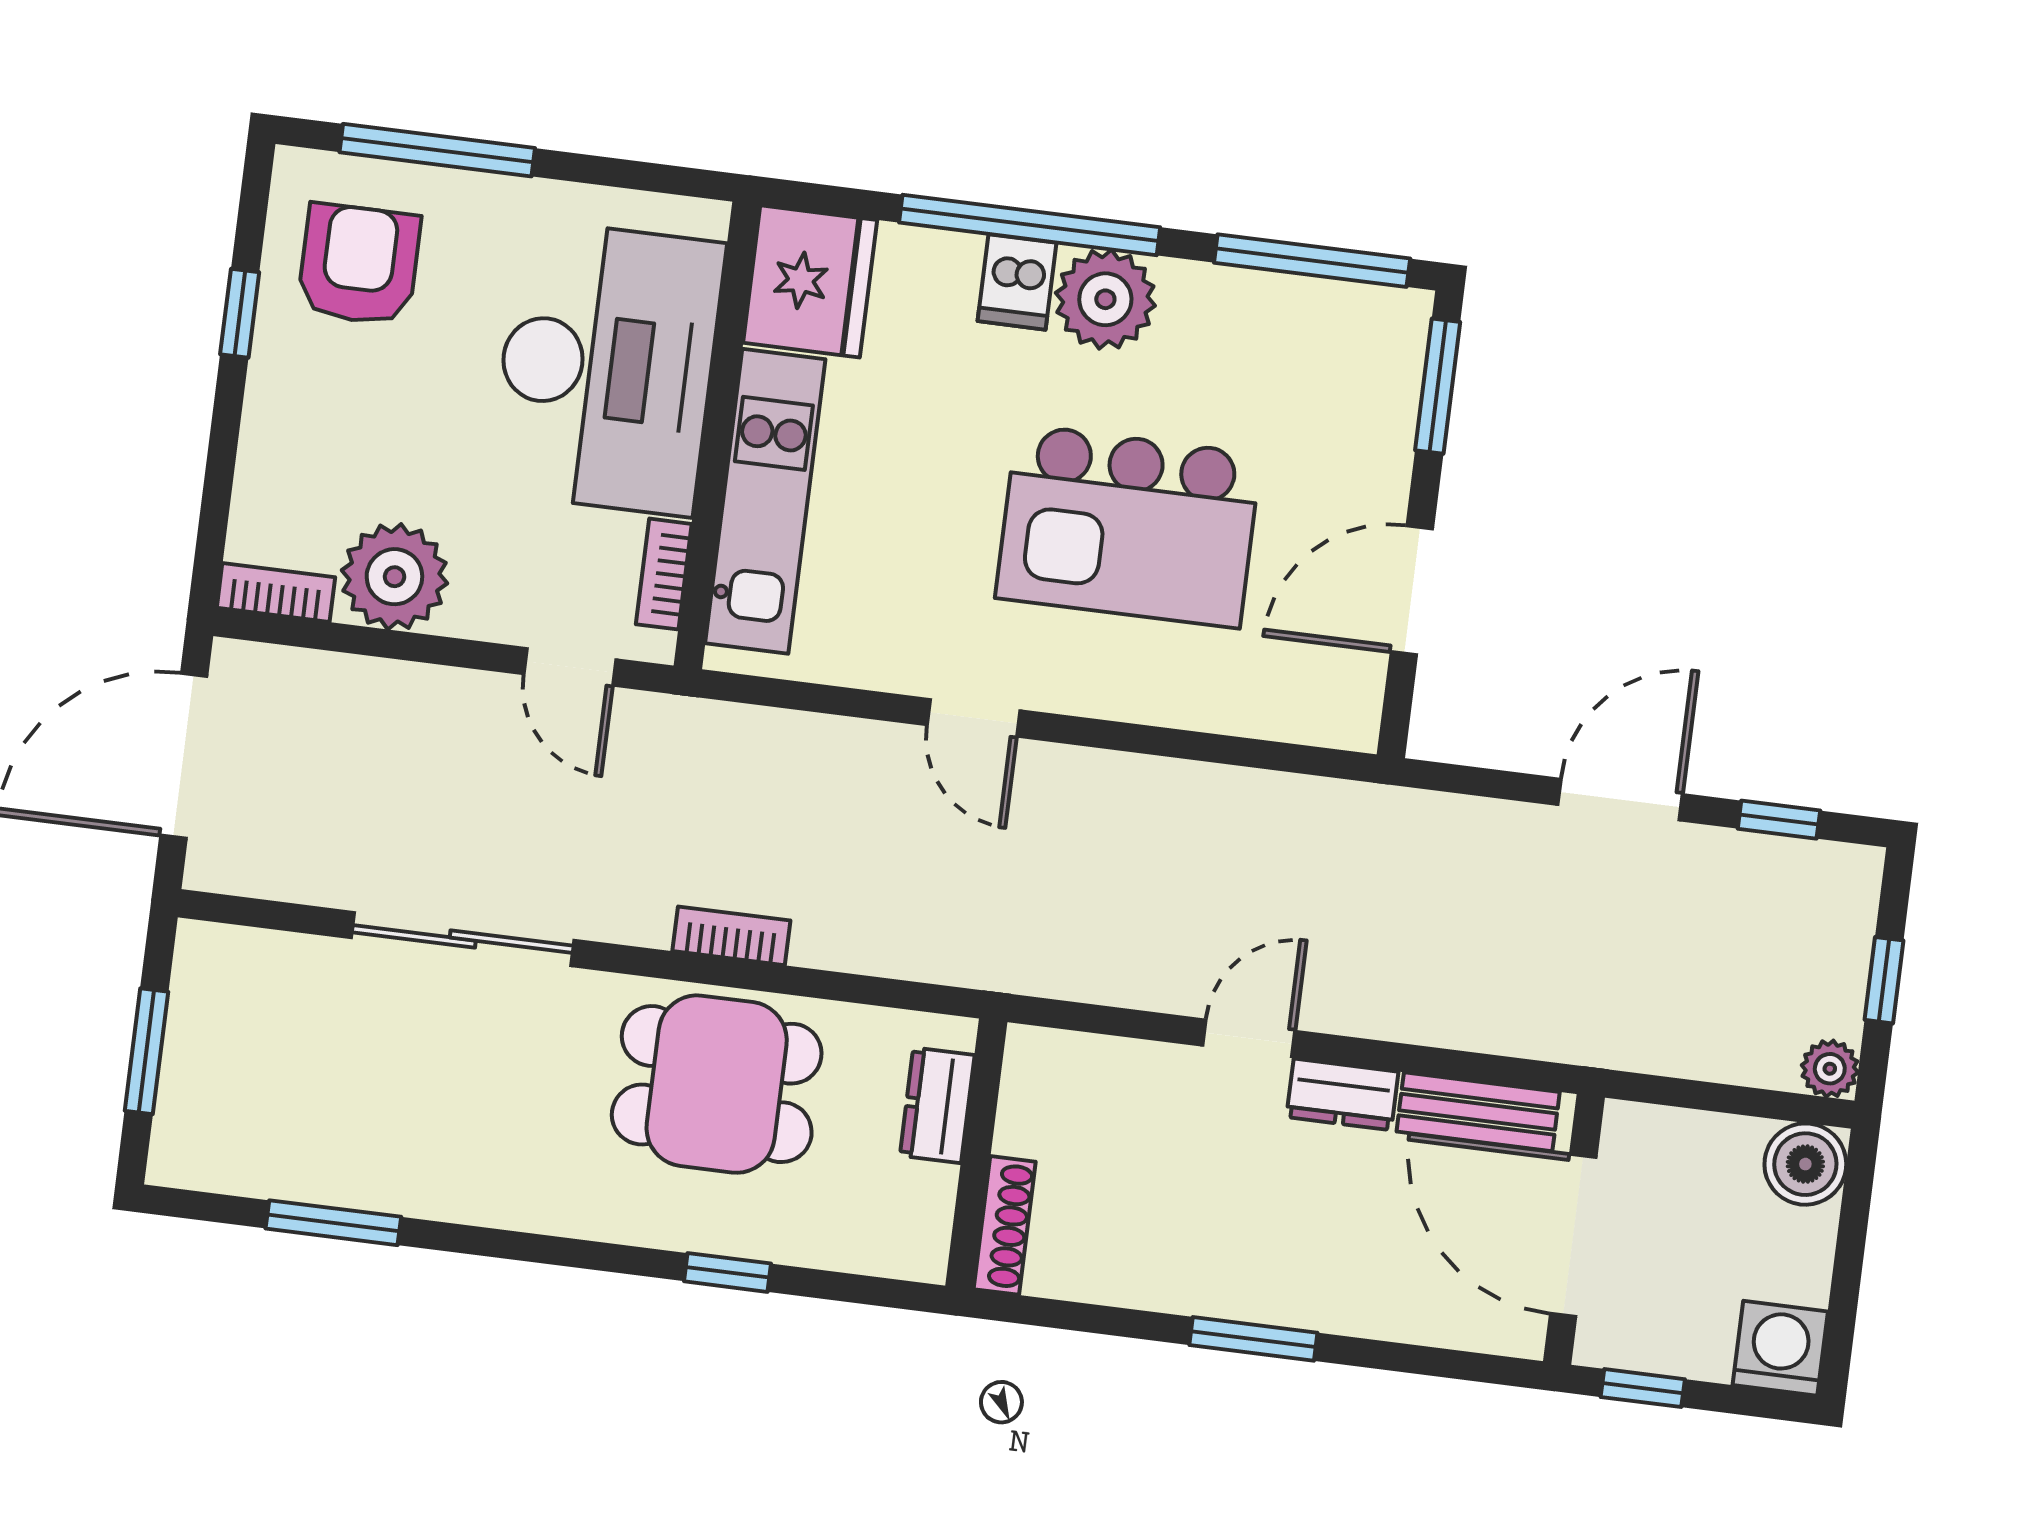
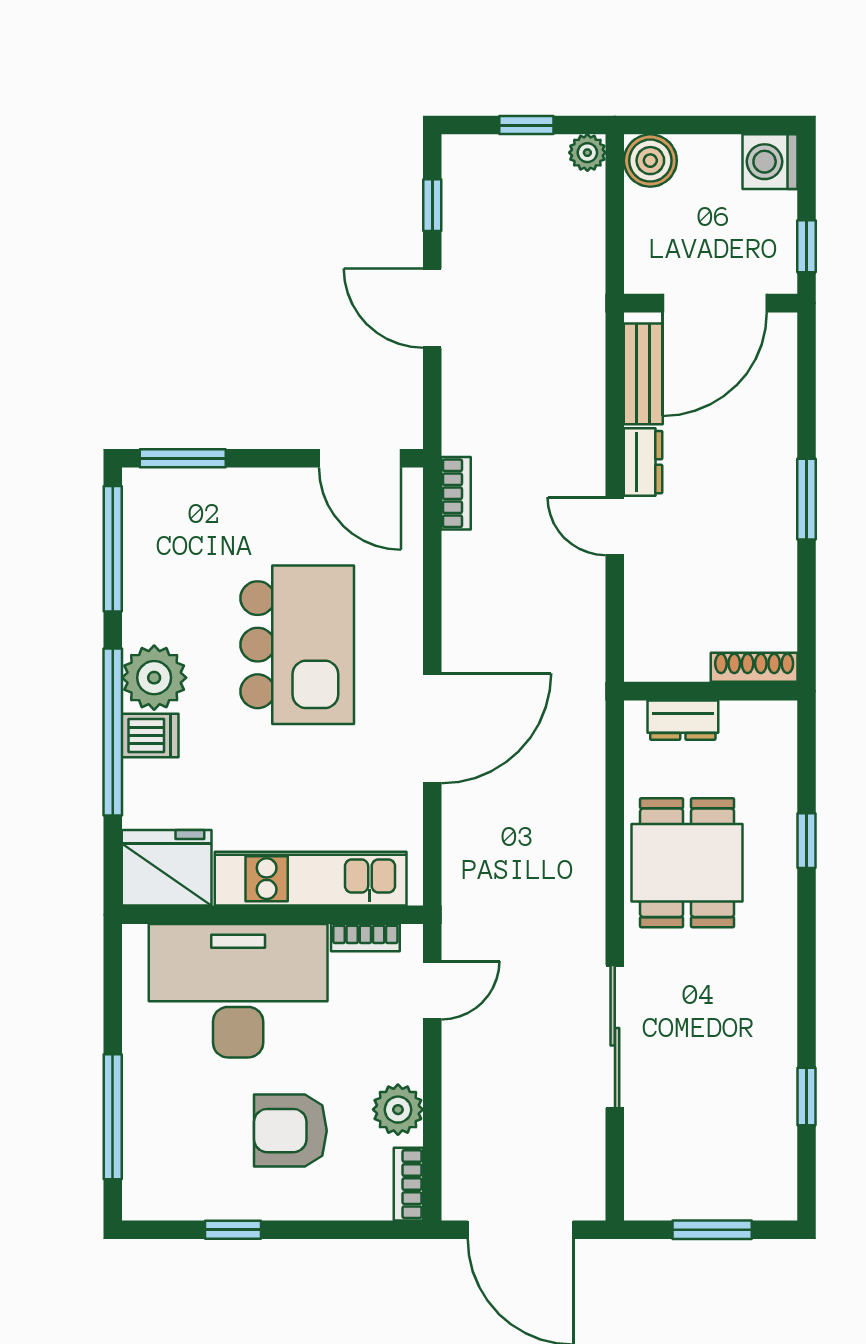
armchair: (359, 264) -> (290, 1131), moved
plant: (394, 577) -> (398, 1110), width x0.73, depth x0.73
door: (1412, 590) -> (360, 458), moved
door: (973, 718) -> (432, 728), width x1.88
bookcase: (731, 936) -> (456, 493), moved, turned 180
window: (333, 1223) -> (807, 1096), width x0.67

